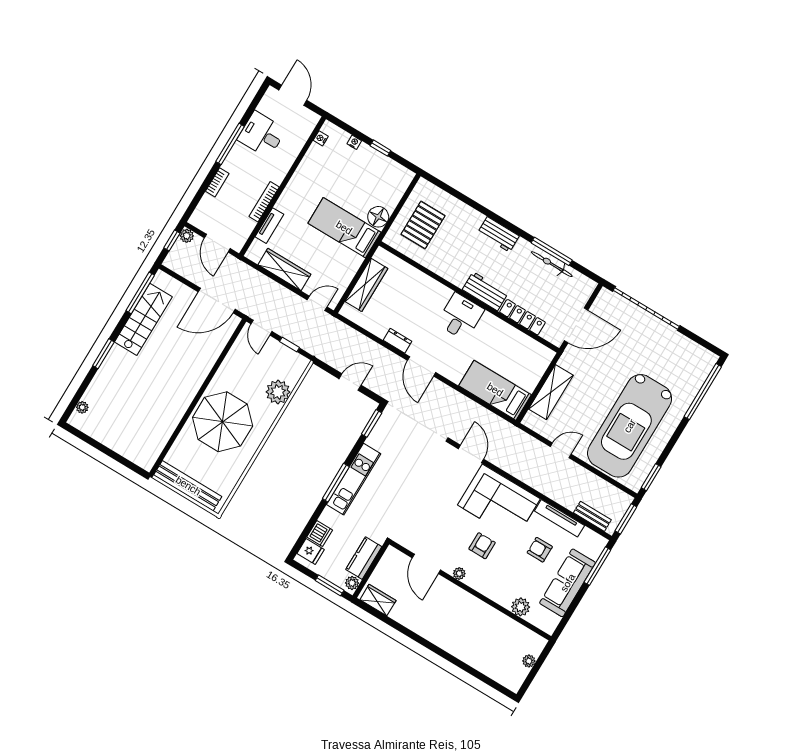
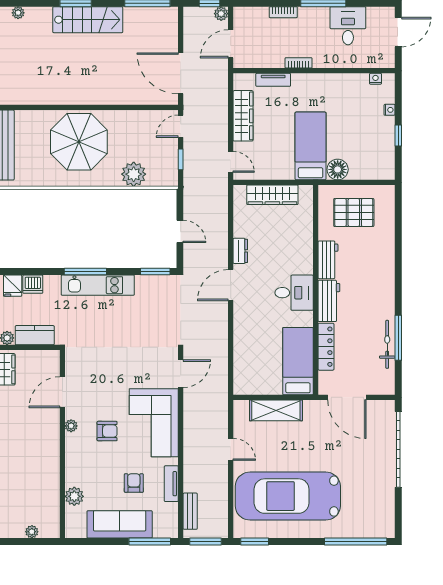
bookcase: (264, 202) -> (299, 63), width x0.64
workbench: (498, 234) -> (328, 260), moved, turned 180
stairs: (143, 319) -> (88, 20), moved
bed: (495, 390) -> (298, 361), moved
tv unit: (559, 518) -> (171, 484), width x0.71

